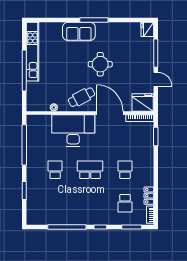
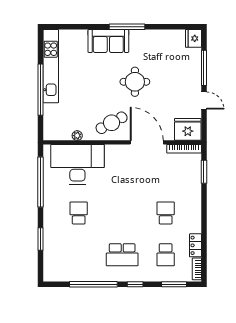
desk: (73, 131) -> (77, 164), moved
school desk: (90, 170) -> (122, 255), moved, turned 180

